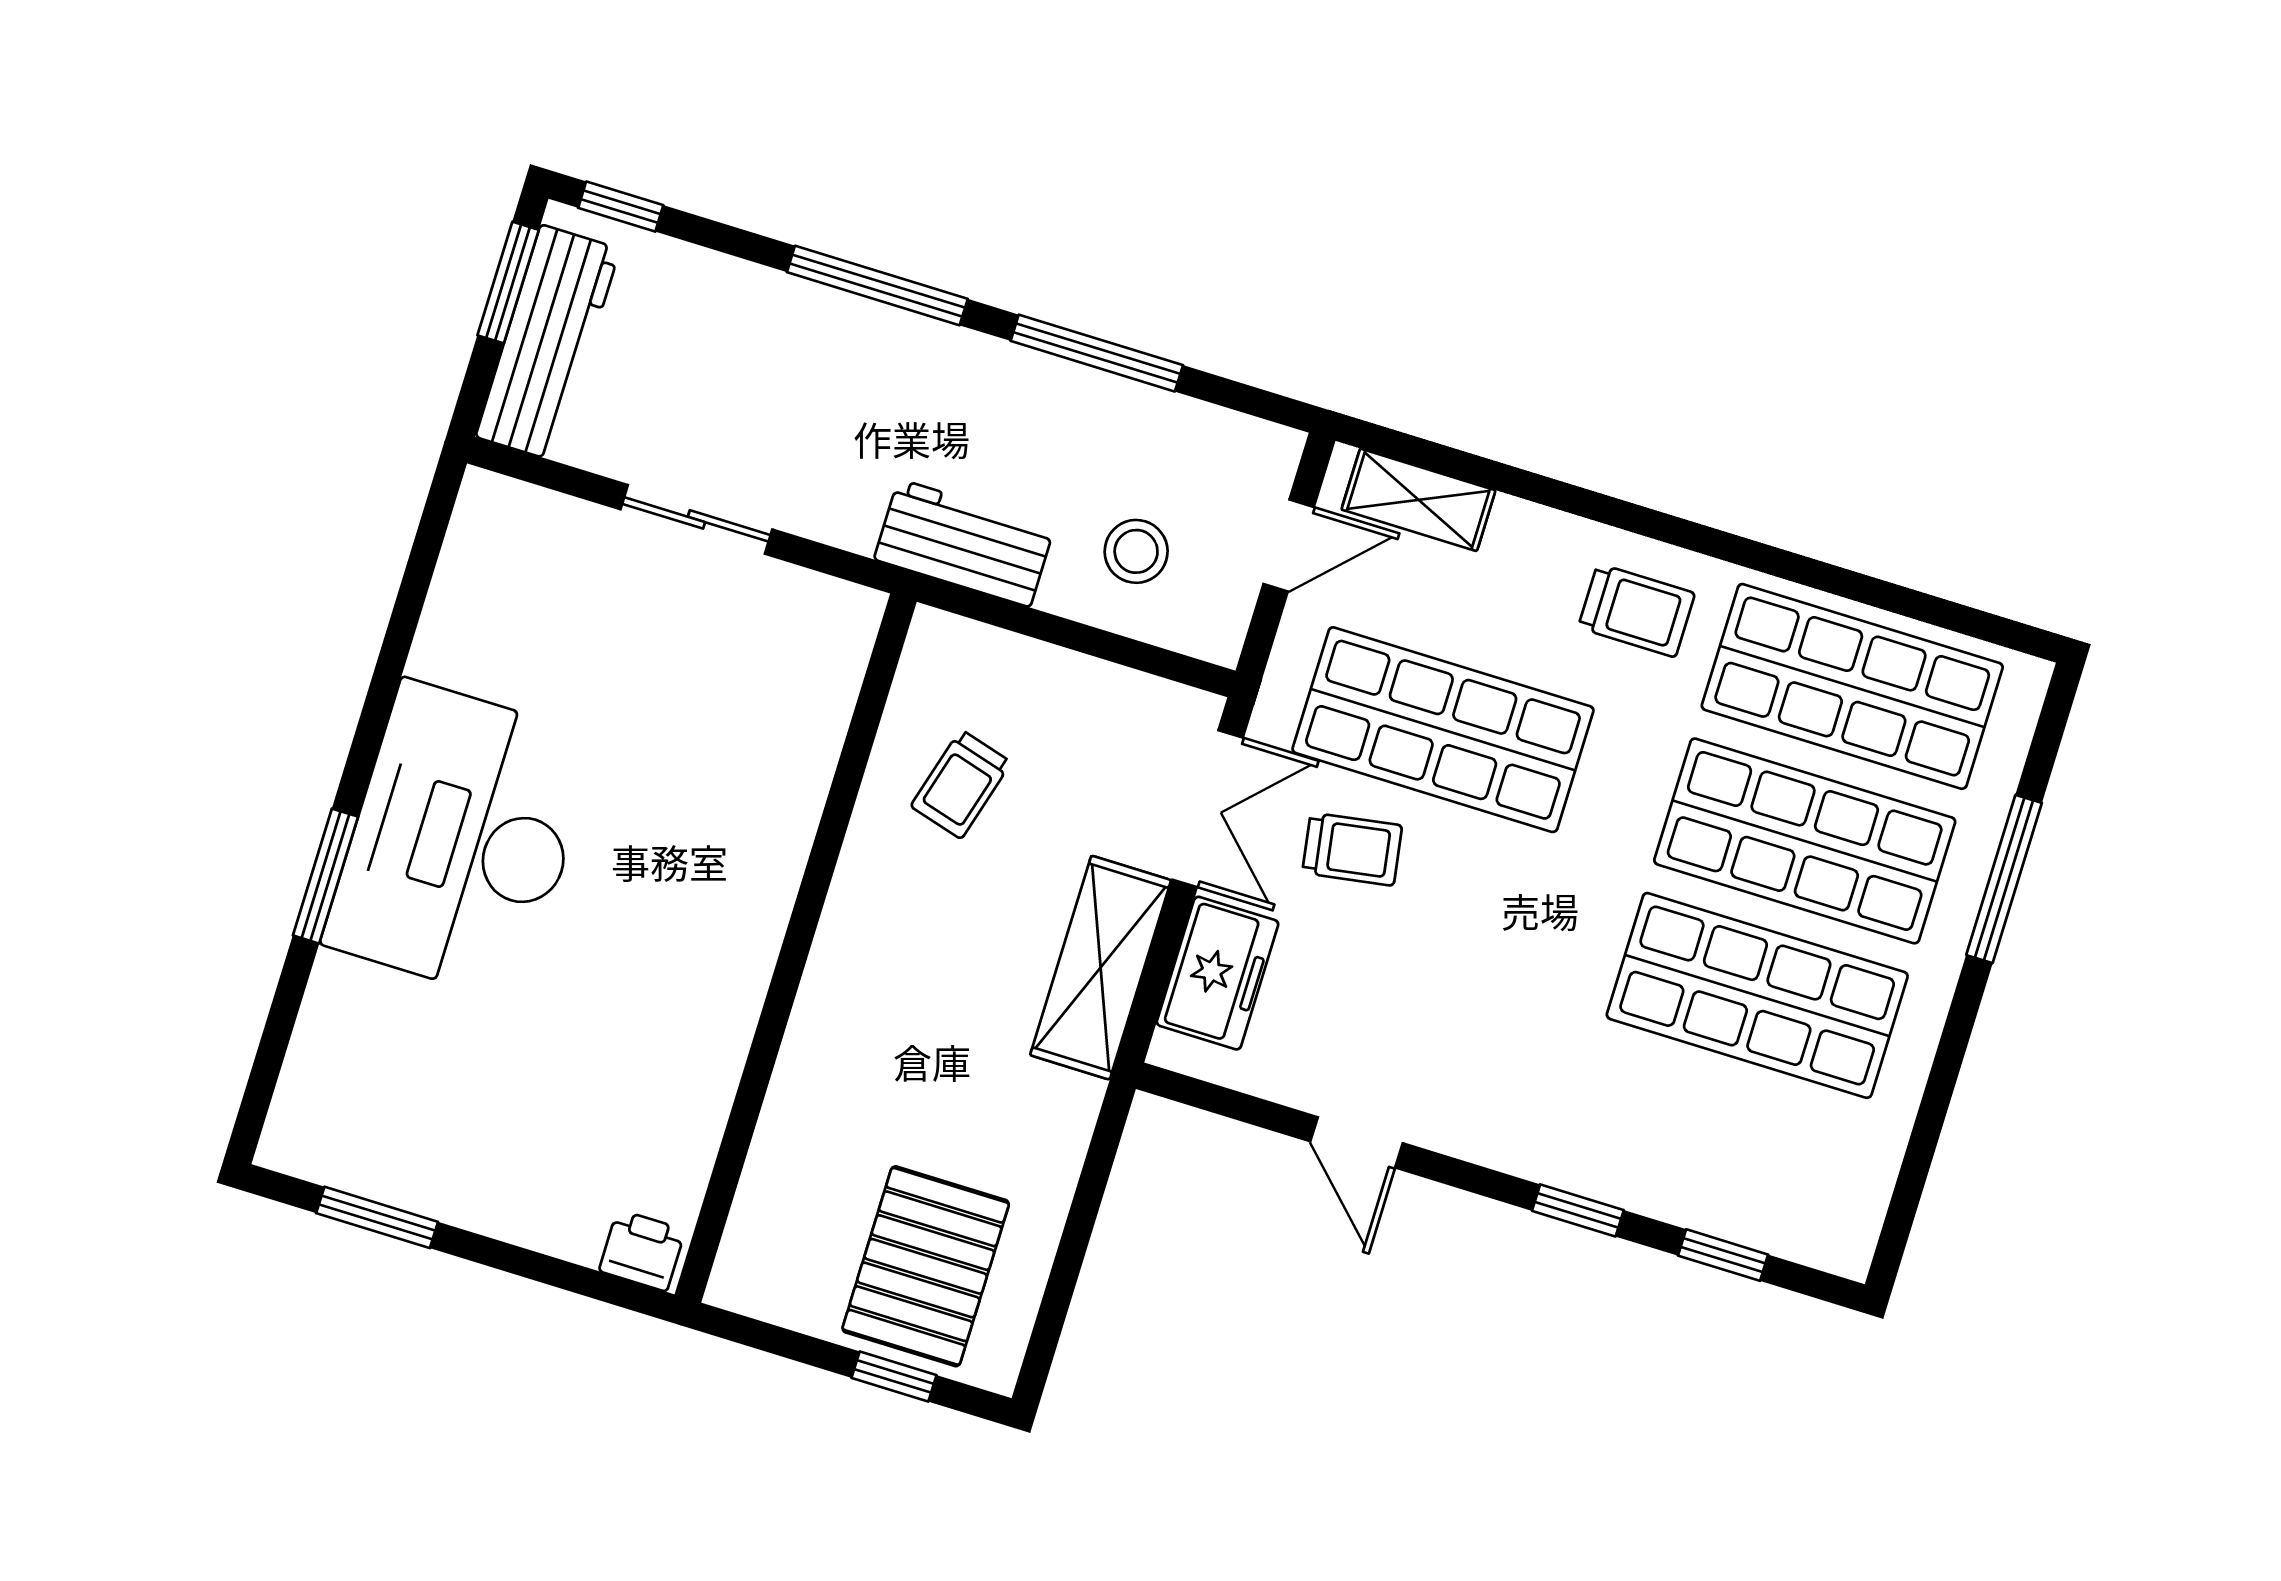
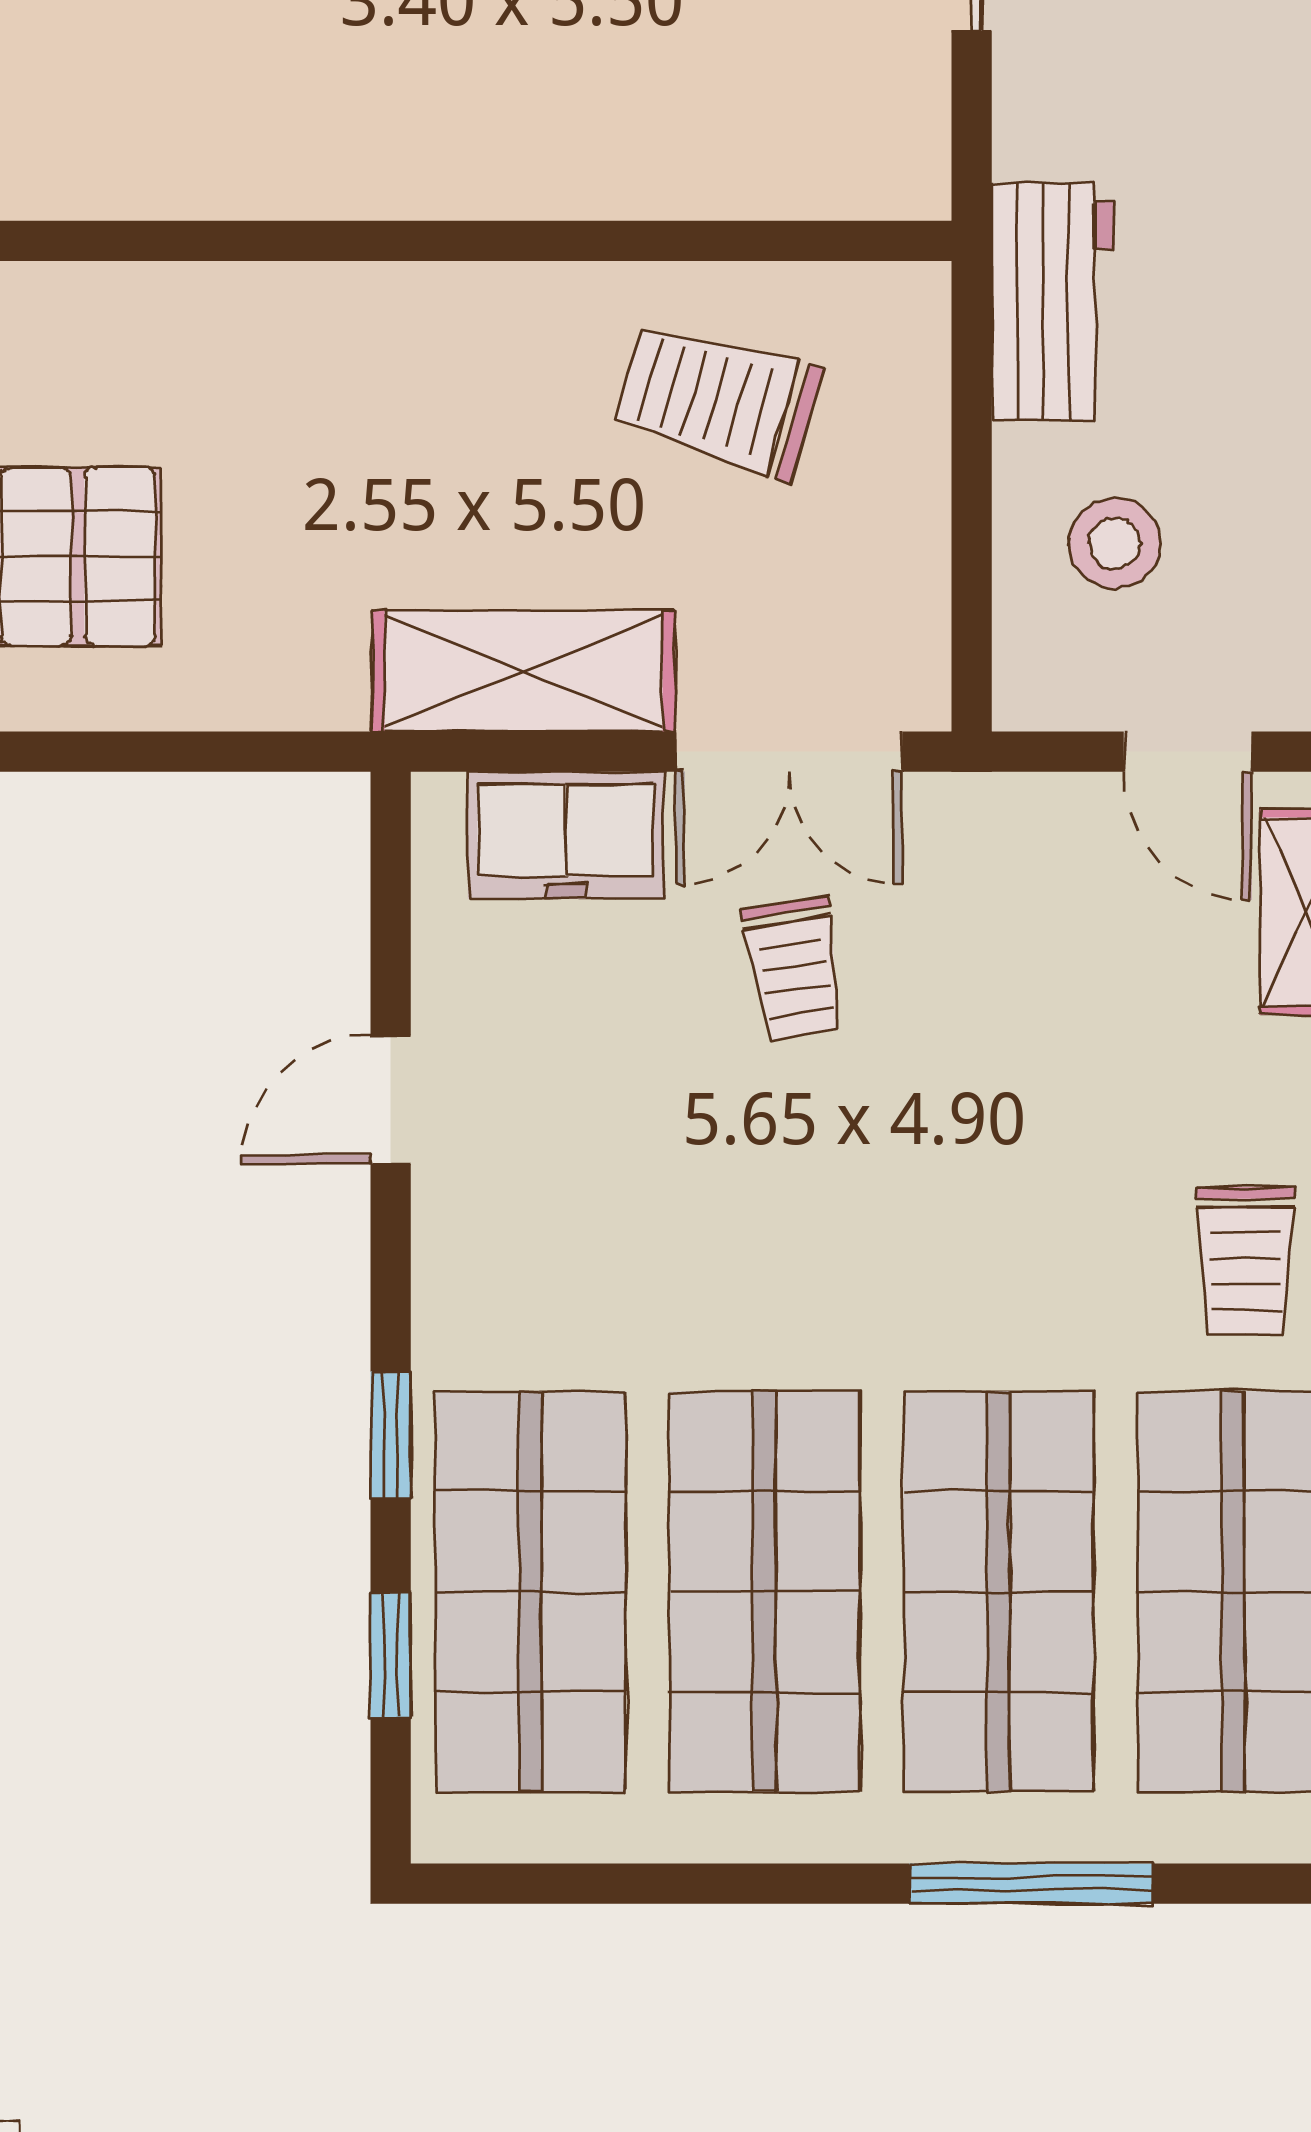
shop shelf: (1443, 730) -> (530, 1592), moved
trolley: (961, 784) -> (718, 400), width x1.36, depth x1.39

